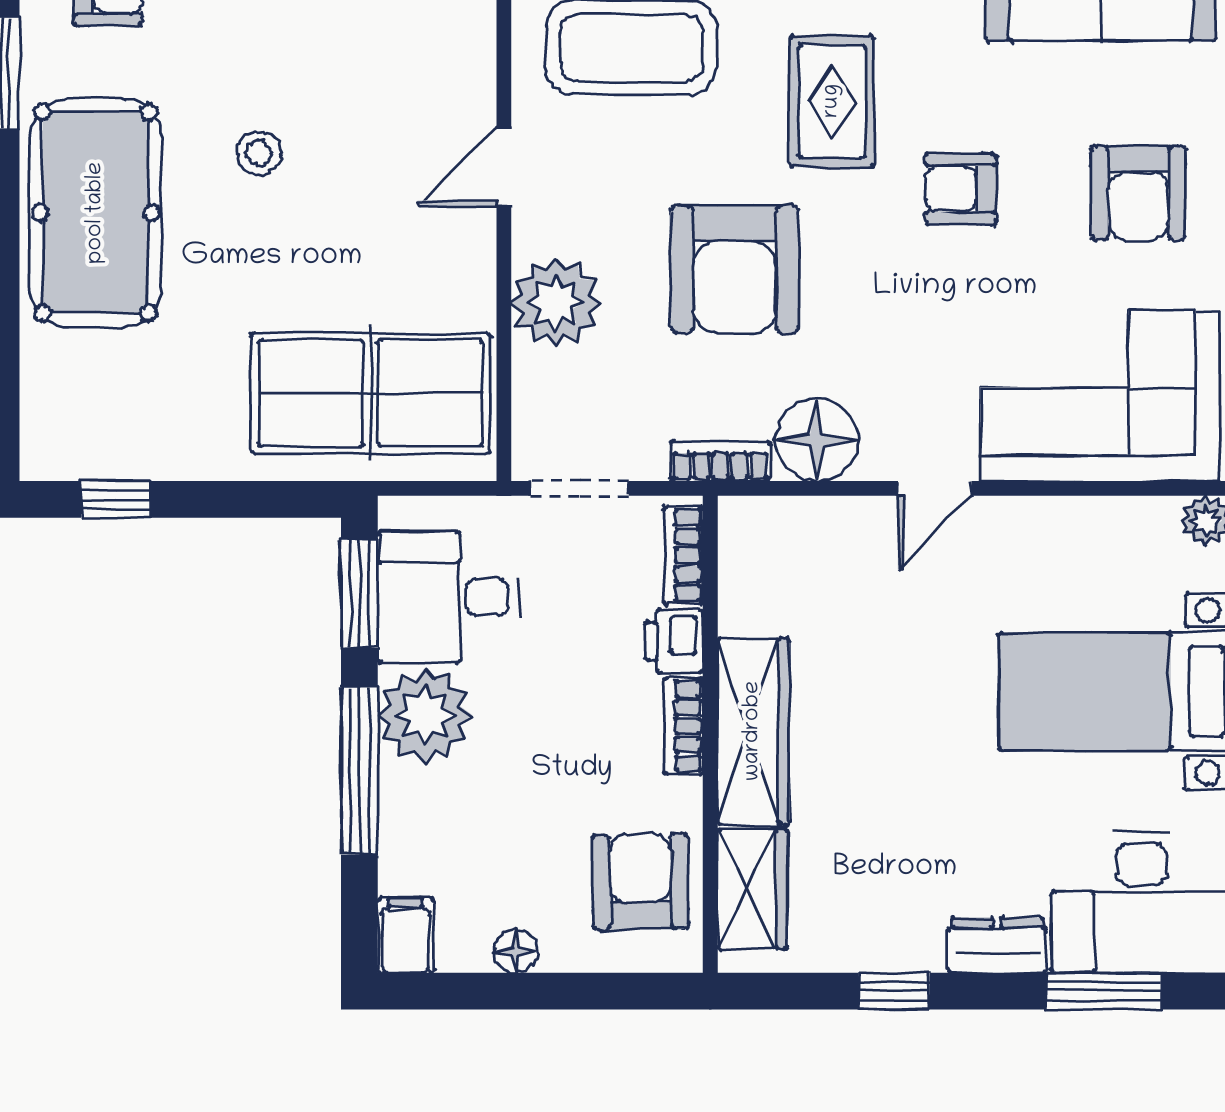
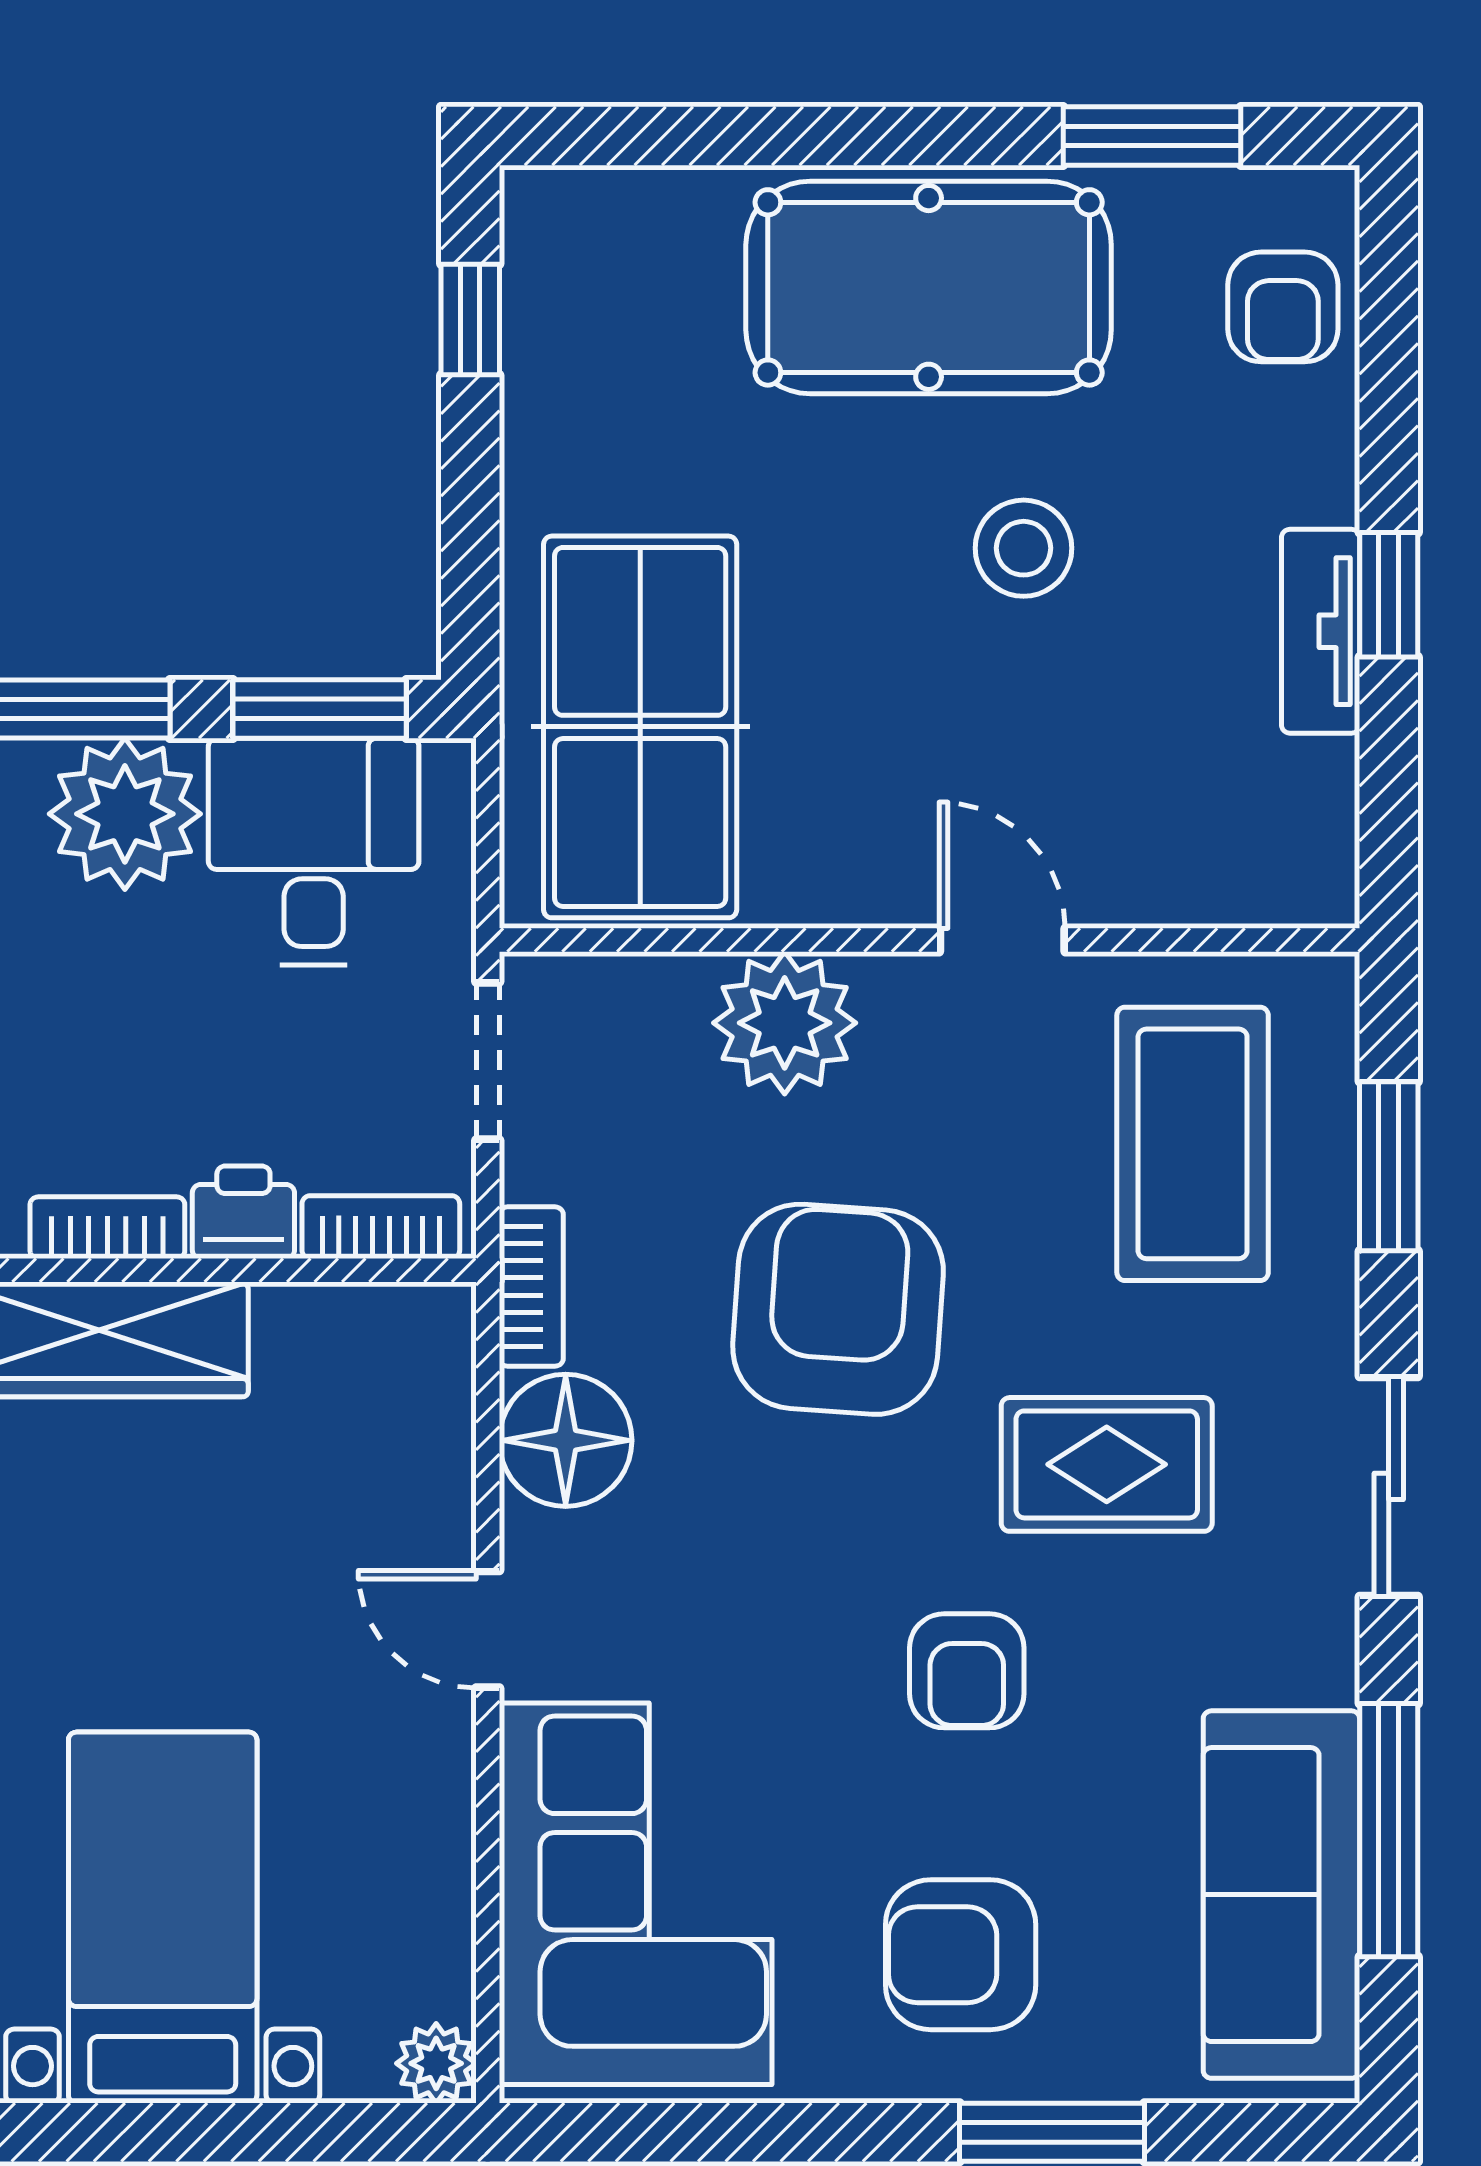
stool: (259, 153) -> (1024, 548), width x1.37, depth x1.37
armchair: (961, 189) -> (967, 1671), turned 180
armchair: (735, 269) -> (838, 1309), turned 94

